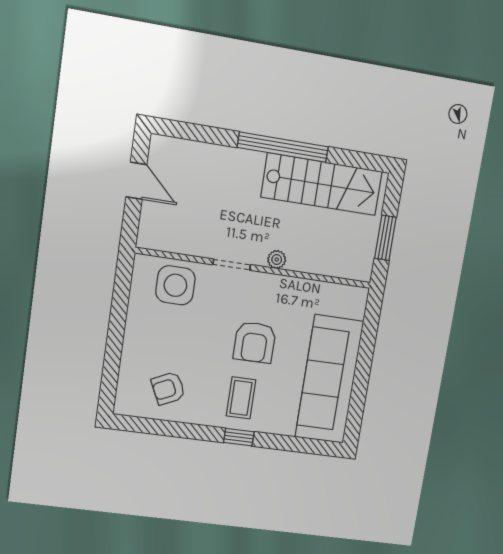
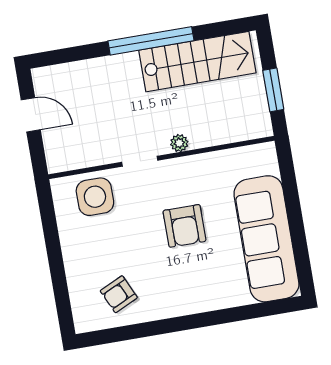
coffee table: (241, 398) -> (189, 282), removed
window: (239, 437) -> (200, 320), removed

